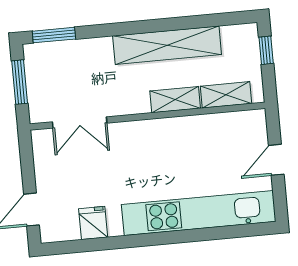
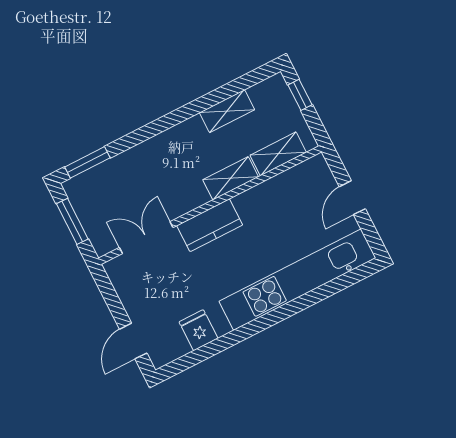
shelving: (167, 45) -> (227, 111), width x0.45, depth x0.75
double door: (80, 122) -> (146, 238), swing flipped
kitchen counter: (140, 134) -> (210, 225), added

